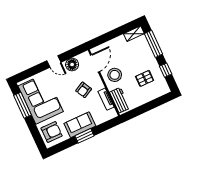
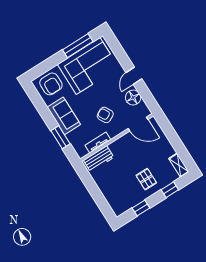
window: (154, 44) -> (170, 190), width x0.46
stool: (115, 75) -> (128, 149), removed
pallet: (145, 78) -> (146, 179), moved
window: (84, 136) -> (60, 137), moved

